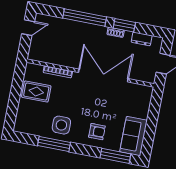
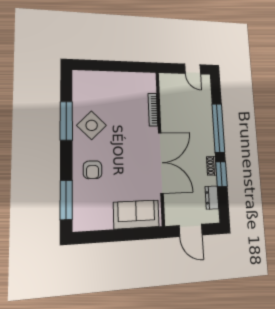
rug: (36, 92) -> (125, 89), removed
side table: (61, 125) -> (92, 125), turned 45
sofa: (133, 136) -> (136, 214), moved

